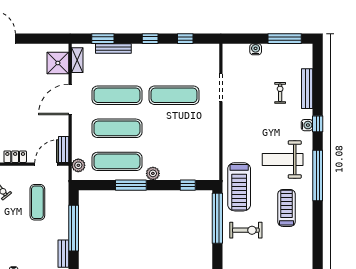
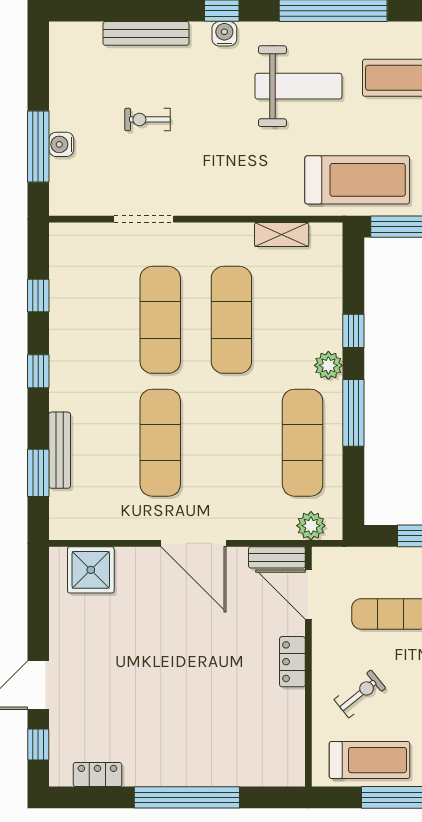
window: (285, 39) -> (38, 146), moved
shelving: (77, 60) -> (282, 235), moved
exercise bike: (280, 93) -> (148, 119), moved
door: (70, 99) -> (194, 543), moved
exercise mat: (117, 128) -> (231, 320), moved
weight bench: (283, 159) -> (298, 86), turned -90
window: (188, 185) -> (353, 331), moved

